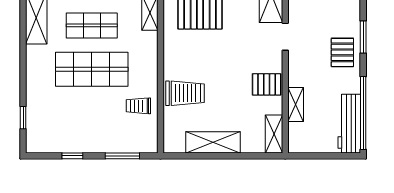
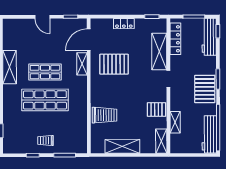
pallet: (342, 52) -> (205, 89), width x1.50, depth x1.42
trolley: (138, 106) -> (46, 141), moved

